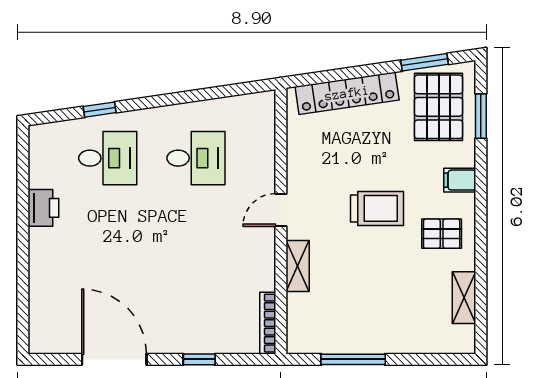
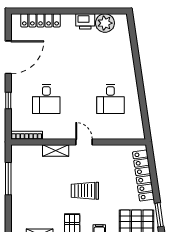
window: (100, 110) -> (135, 50), removed
desk: (108, 158) -> (46, 99), moved
plant: (47, 169) -> (105, 23), added
trolley: (377, 208) -> (85, 191), turned 90
locker: (41, 296) -> (40, 20), added

